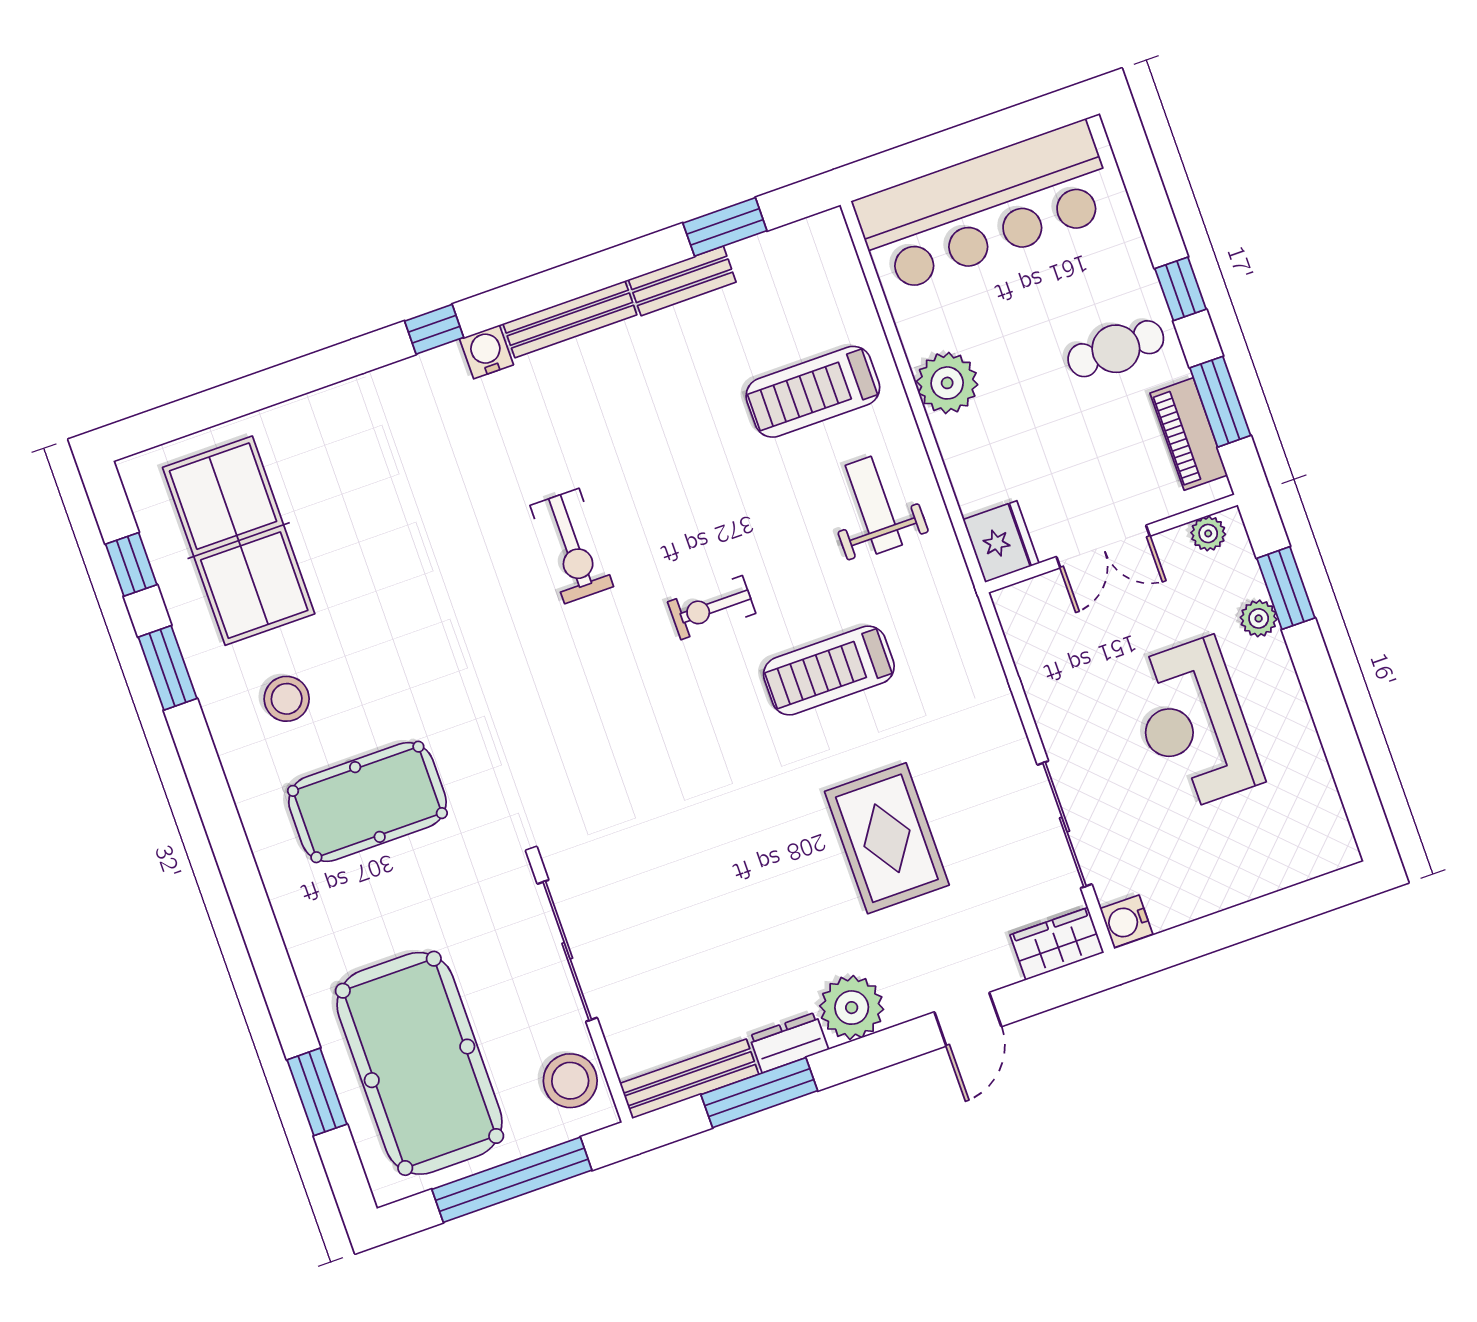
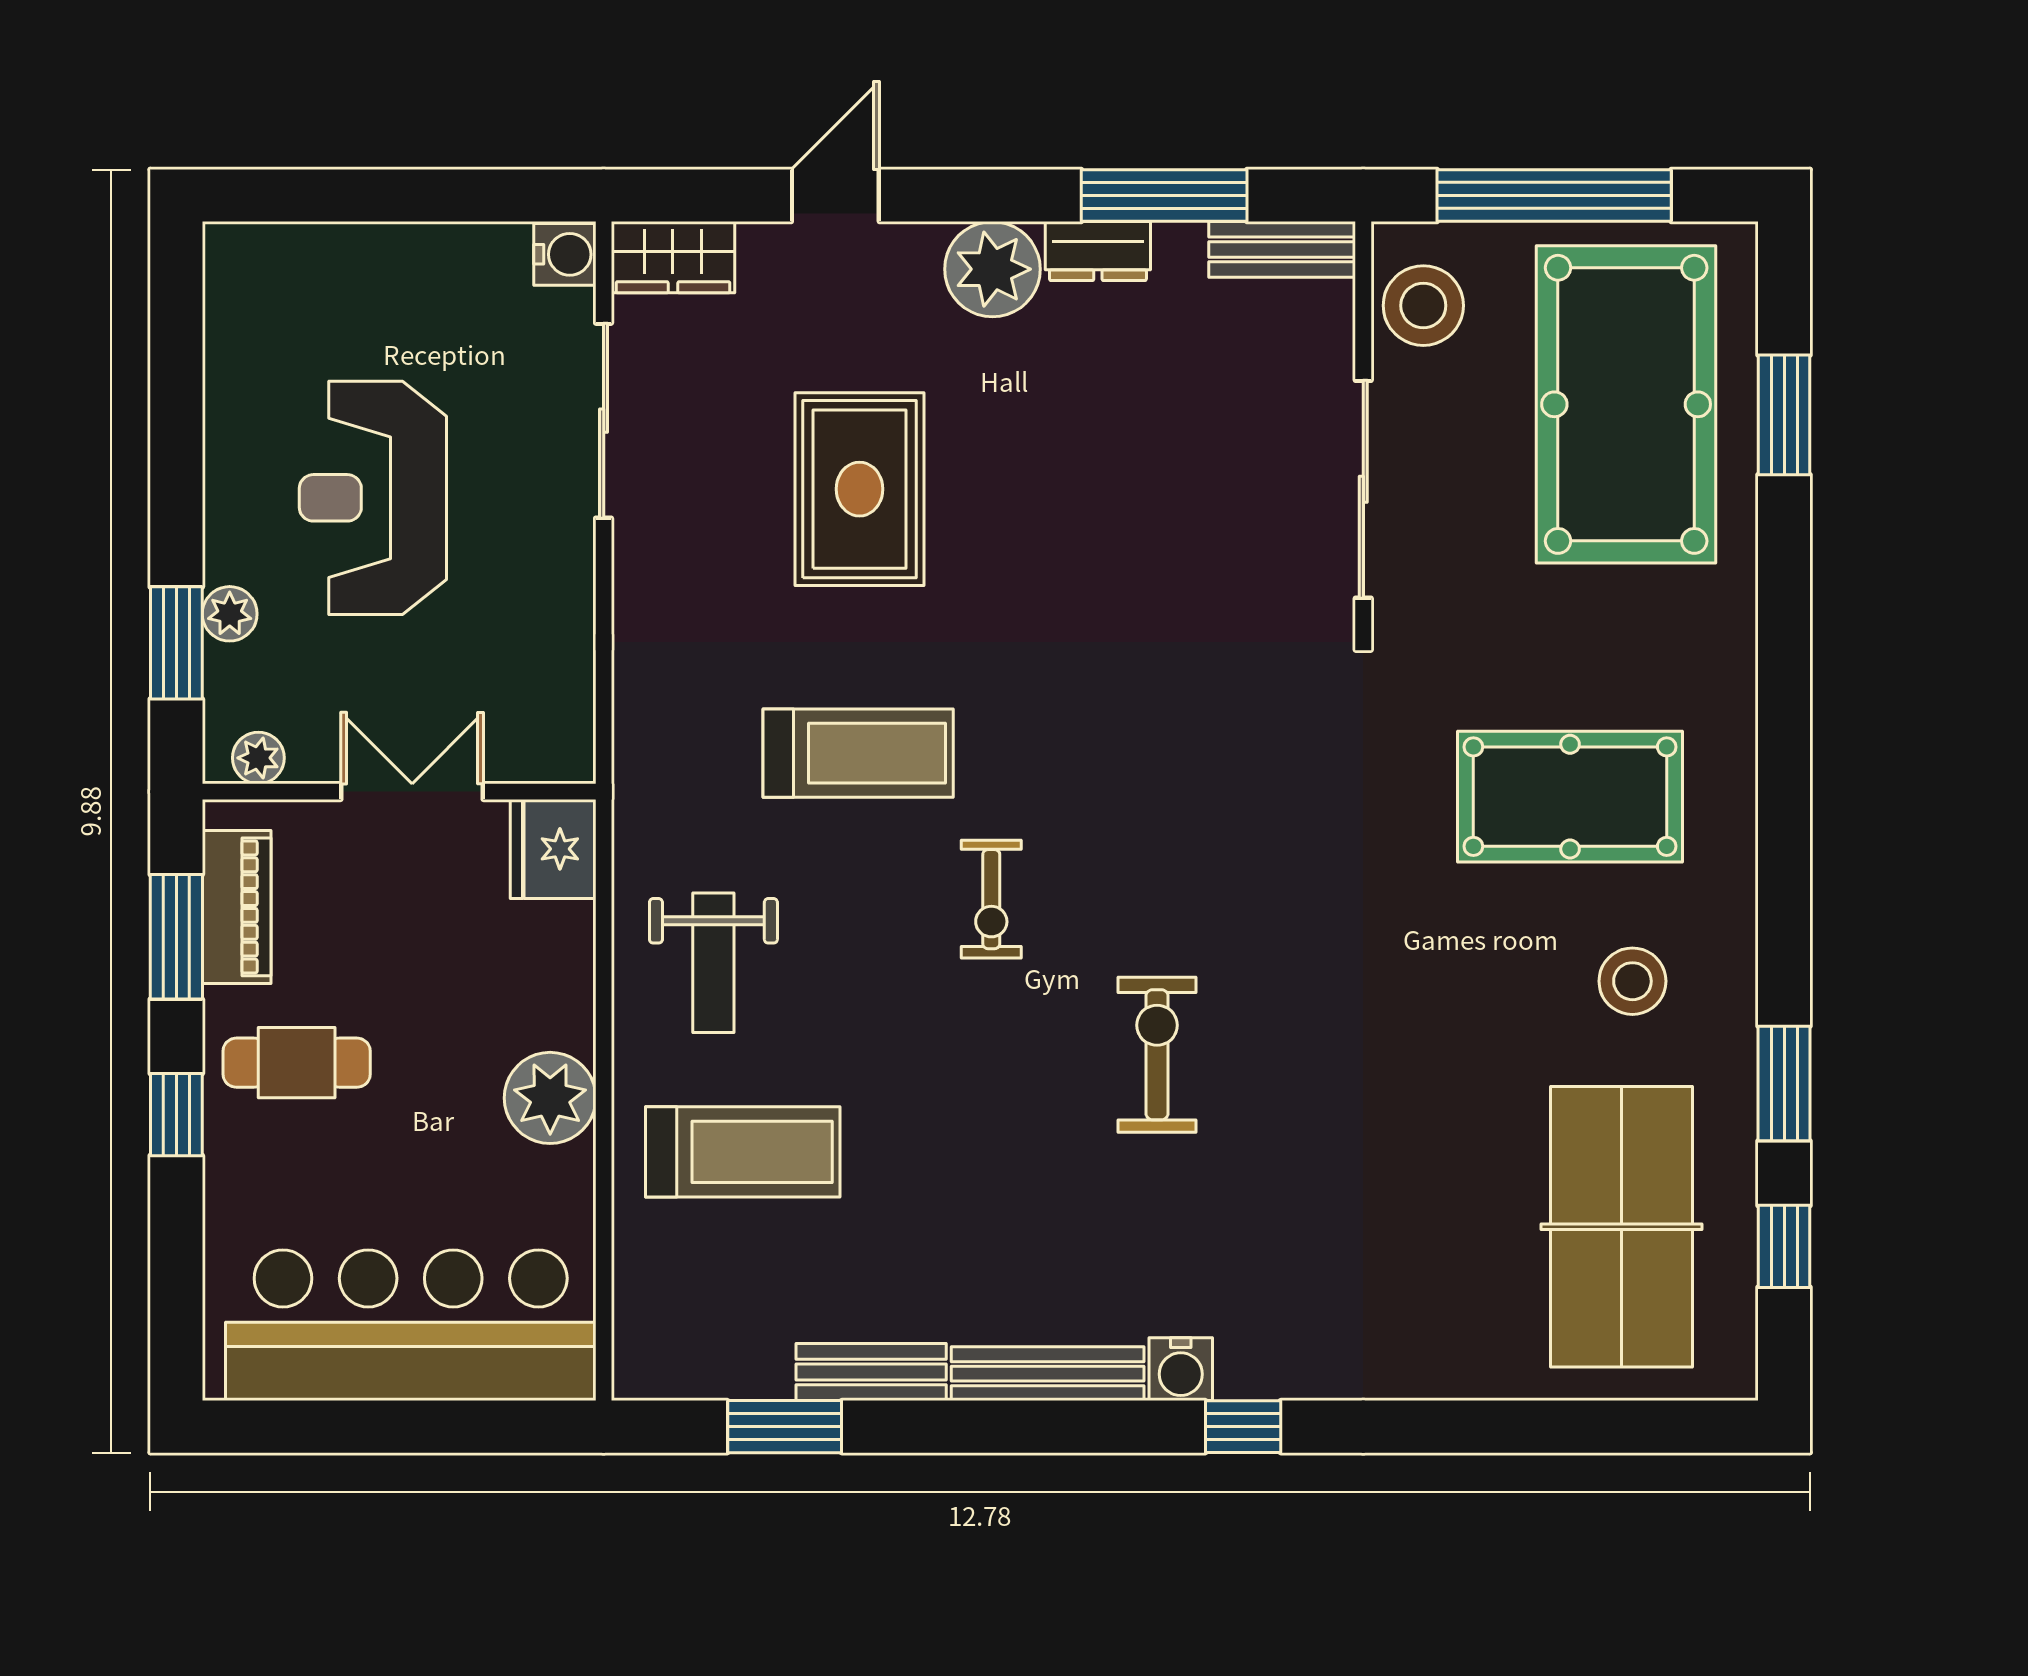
exercise bike: (712, 608) -> (991, 899), turned 90
reception desk: (1194, 724) -> (373, 498), turned 180
bench: (689, 1079) -> (1282, 249), width x0.73

